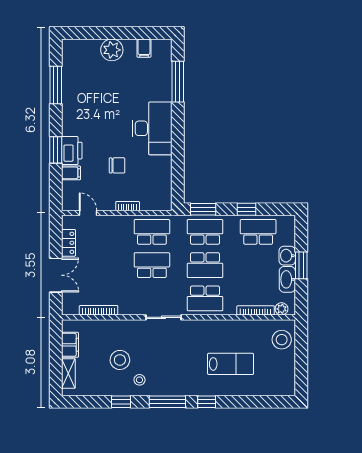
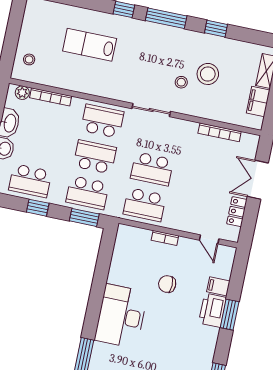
stool: (282, 340) -> (29, 59), width x0.53, depth x0.53
stool: (139, 380) -> (181, 82), moved

